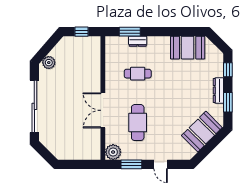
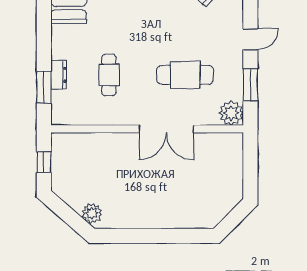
sliding door: (34, 106) -> (160, 236), removed

